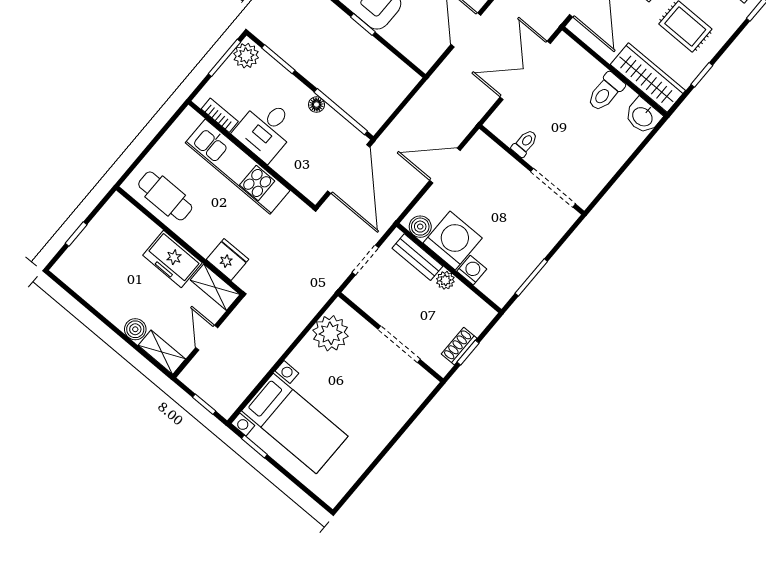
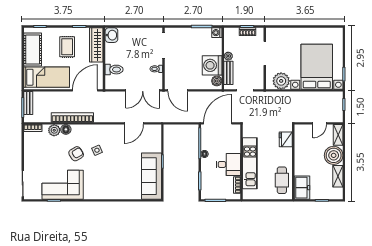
plant: (246, 56) -> (208, 193), removed
double door: (525, 70) -> (143, 90), moved
toilet: (606, 92) -> (114, 70), moved
door: (445, 166) -> (178, 90), moved
freezer: (172, 259) -> (302, 188), moved
washing machine: (472, 270) -> (217, 33), moved
shelving: (215, 287) -> (338, 176), moved
boiler: (135, 329) -> (334, 155), width x1.86, depth x1.86
bed with nightstands: (295, 423) -> (317, 67), width x1.36

